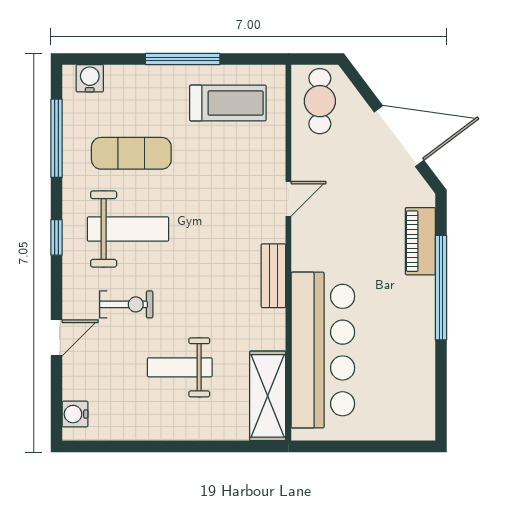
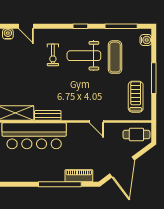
treadmill: (228, 103) -> (136, 97), turned 180
weight bench: (128, 229) -> (84, 56), turned 90
bench: (273, 276) -> (48, 115), moved
door: (57, 338) -> (26, 26), moved
weight bench: (180, 367) -> (27, 77), removed

